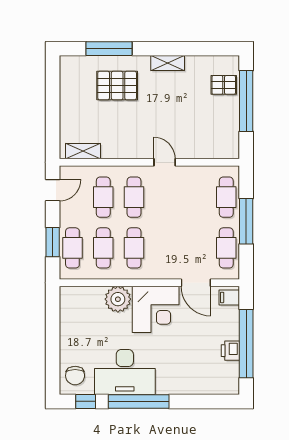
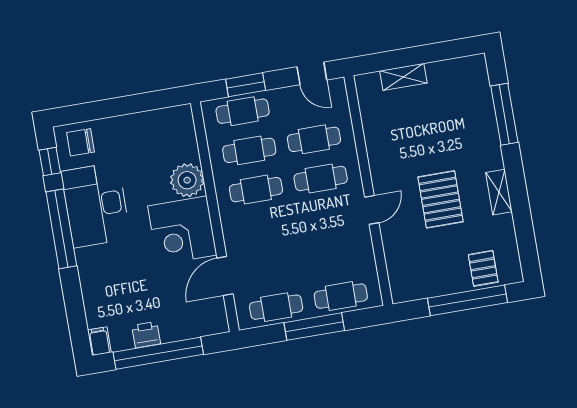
pallet: (117, 86) -> (440, 199), moved
shelving: (83, 151) -> (403, 77), moved, turned 90
filing cabinet: (229, 297) -> (99, 341), moved

